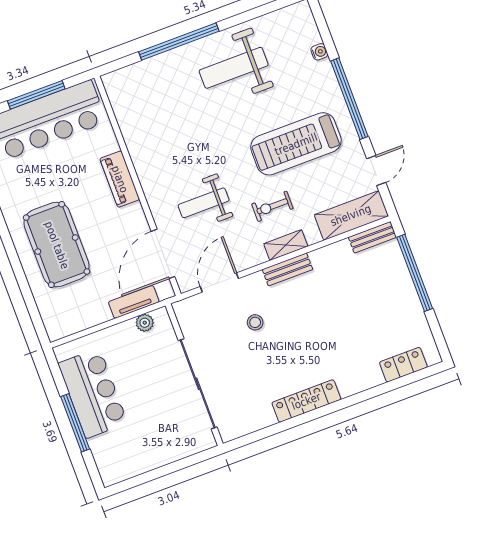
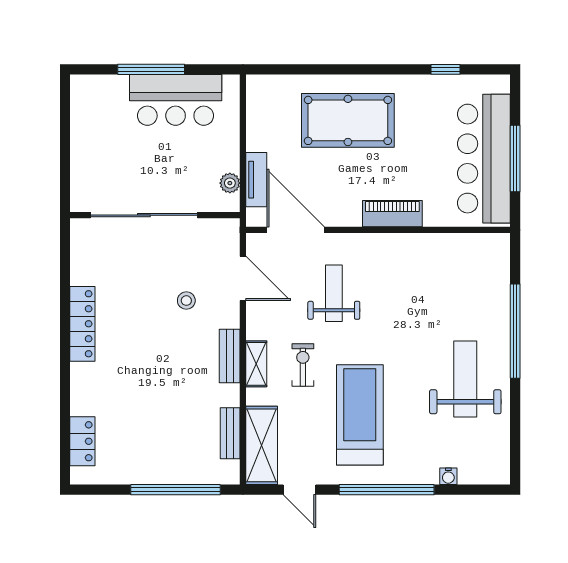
bench: (372, 237) -> (230, 433), moved

